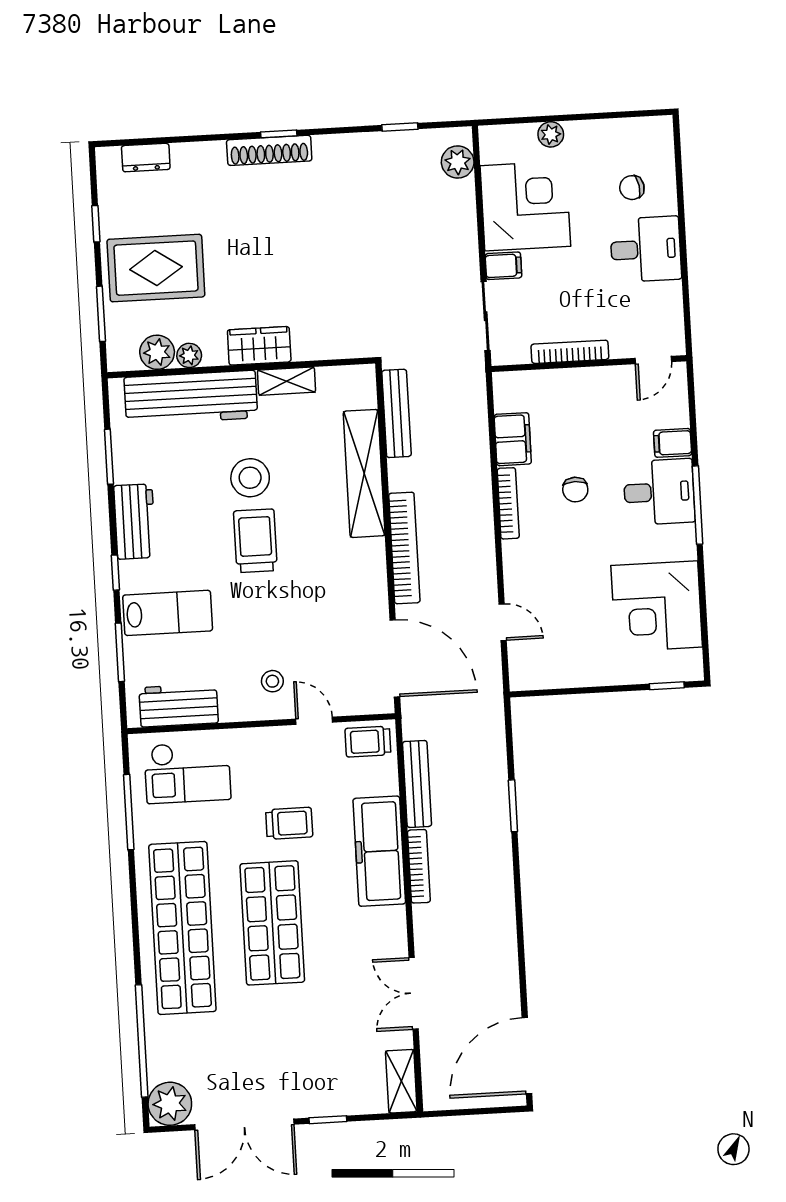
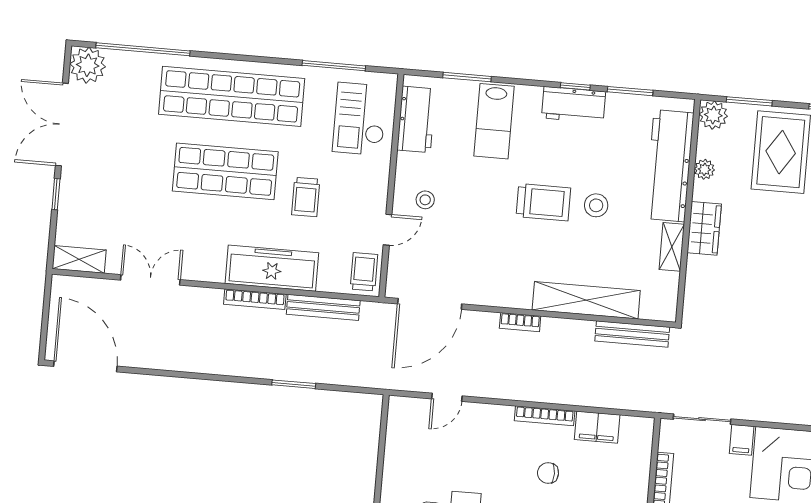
plant: (157, 352) -> (713, 115), moved
stool: (250, 478) -> (596, 205), width x0.73, depth x0.73
bookcase: (404, 548) -> (520, 322), width x0.43, depth x0.76
window: (115, 573) -> (575, 86), moved

